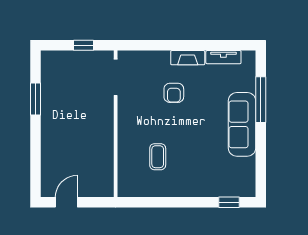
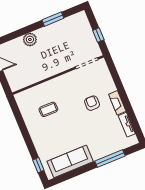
armchair: (174, 93) -> (92, 103), turned 90
sofa: (242, 124) -> (70, 161), moved
plant: (50, 142) -> (30, 39), added

